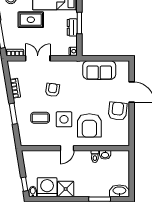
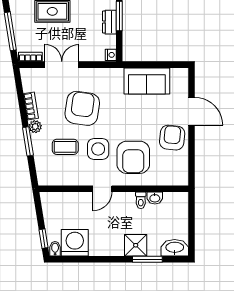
armchair: (52, 90) -> (82, 108), width x1.88, depth x1.88
plant: (18, 103) -> (35, 127), added
shower: (66, 189) -> (136, 245), moved

